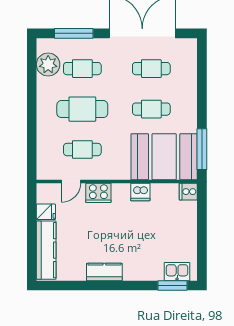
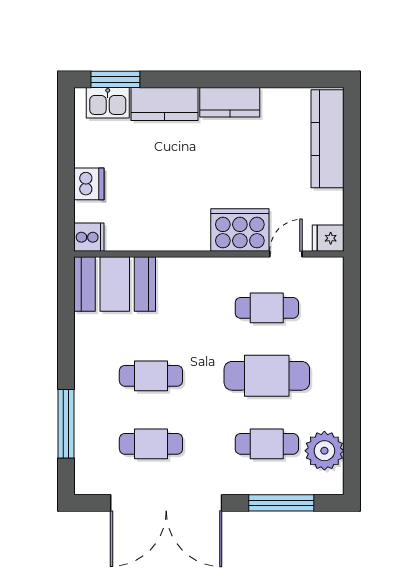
window: (202, 149) -> (66, 424), moved
booth: (164, 157) -> (115, 284), width x0.73, depth x0.70
dishwasher: (140, 192) -> (89, 184), moved, turned 90
cooker: (98, 193) -> (240, 230), width x1.37, depth x1.31
fridge: (46, 212) -> (328, 238), moved
kitchen counter: (143, 271) -> (165, 104), added

